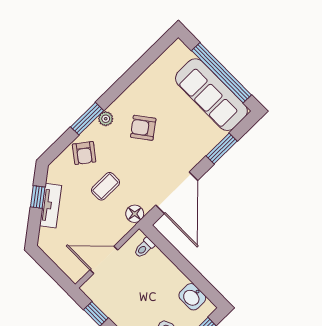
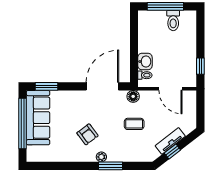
window: (222, 148) -> (47, 86), moved
armchair: (84, 153) -> (129, 151), removed
washbasin: (192, 297) -> (145, 62), moved

